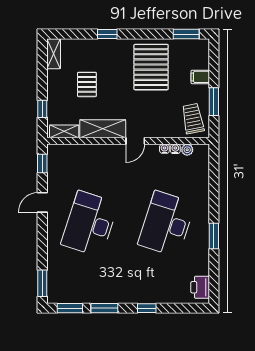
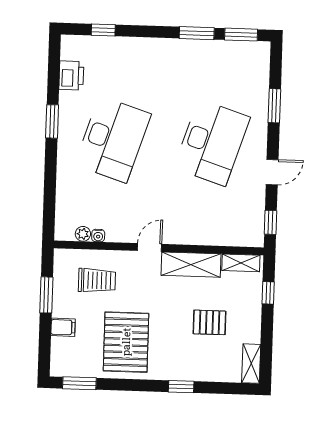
pallet: (87, 84) -> (209, 322), turned 90
trolley: (193, 119) -> (97, 280), moved, turned -79
water cooler: (164, 149) -> (112, 236), removed
window: (42, 283) -> (274, 106), moved
printer: (200, 287) -> (71, 75), moved
window: (147, 308) -> (103, 30), moved

